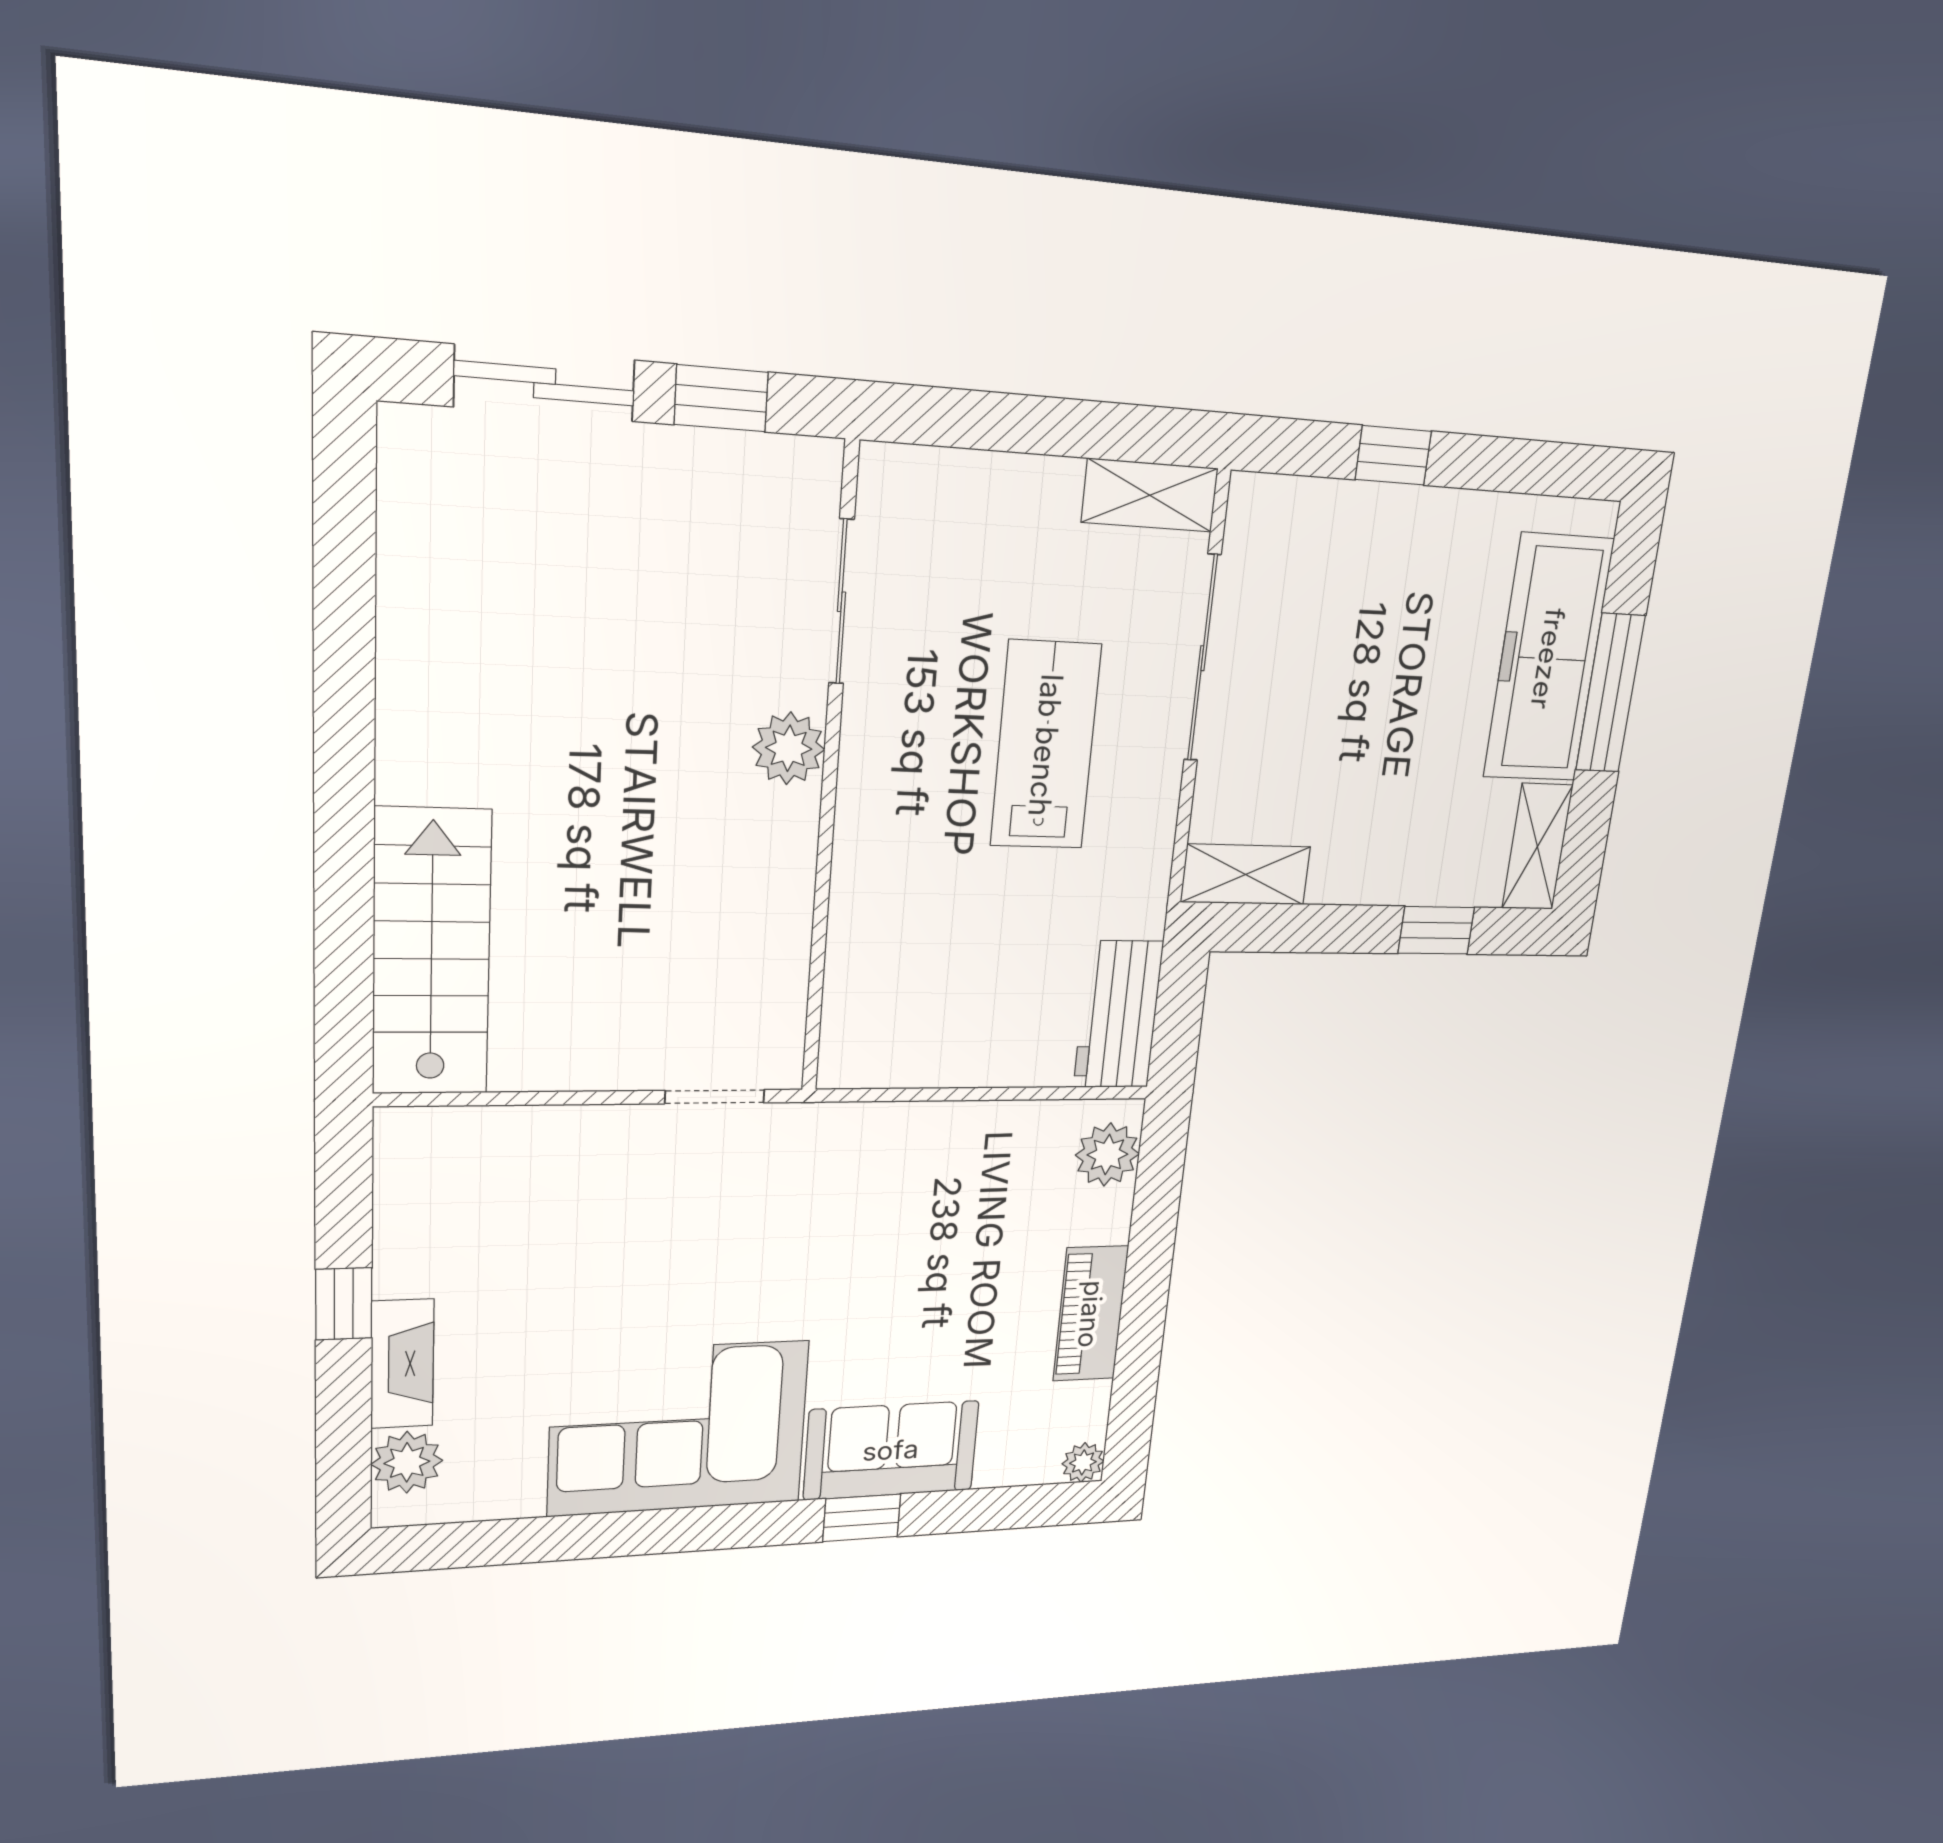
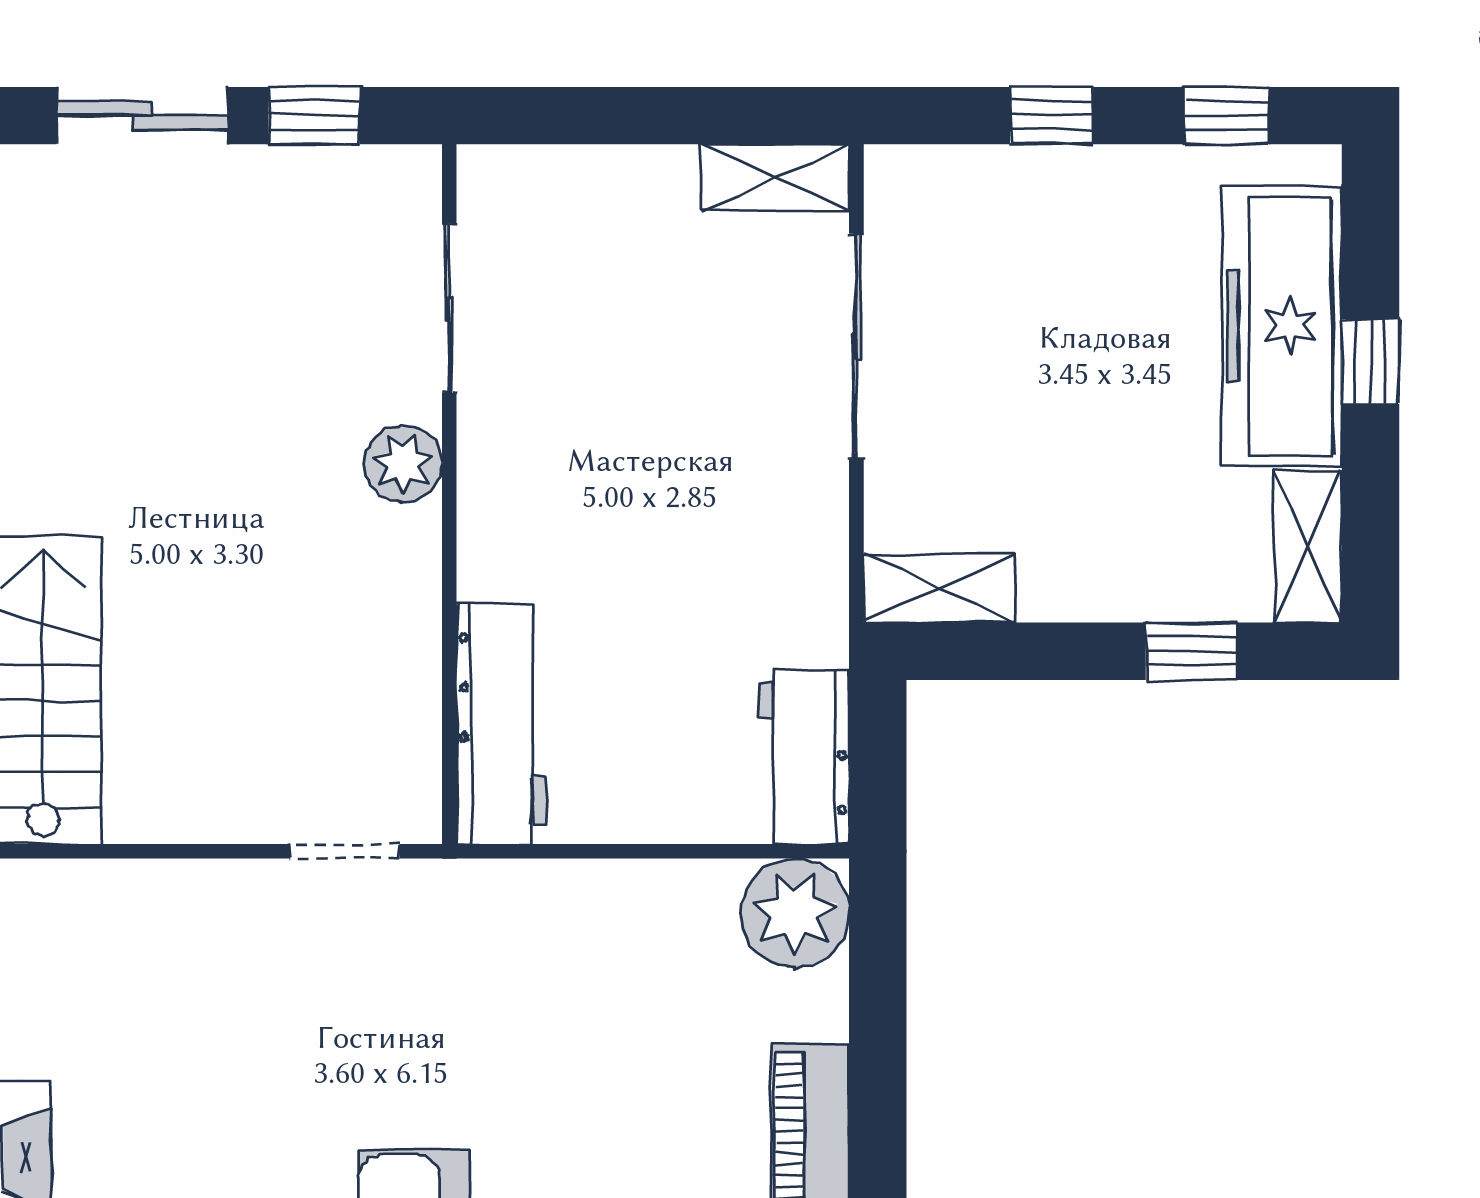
window: (1535, 467) -> (1227, 116), added
window: (1610, 693) -> (1371, 362), width x0.46
lab bench: (1046, 745) -> (686, 449), removed
workbench: (863, 986) -> (502, 724), added
plant: (1107, 1155) -> (795, 913), width x1.36, depth x1.36

